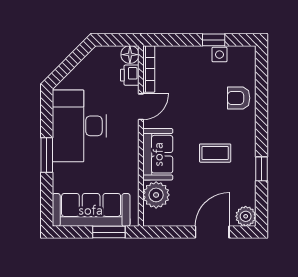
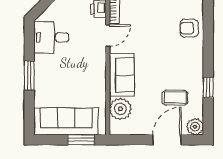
desk: (79, 126) -> (51, 37), width x0.53, depth x0.77
coffee table: (215, 153) -> (175, 98), moved

